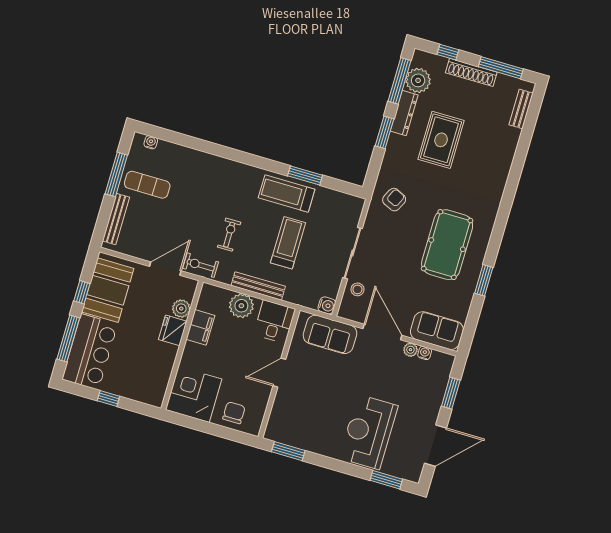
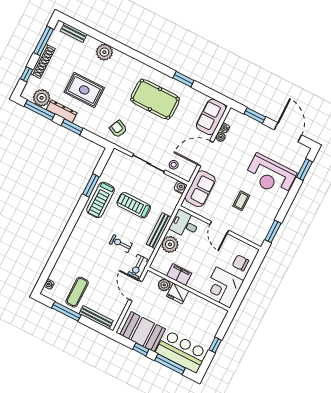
plant: (501, 159) -> (104, 52), added
coffee table: (324, 397) -> (241, 201), added

